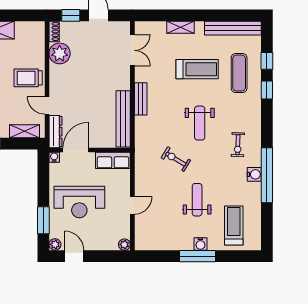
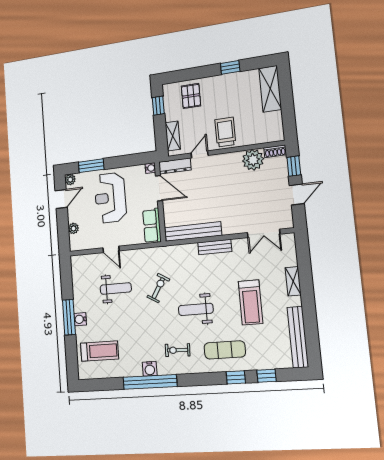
exercise mat: (239, 73) -> (225, 350), moved
weight bench: (197, 200) -> (116, 288), moved
plant: (124, 245) -> (73, 228), moved

